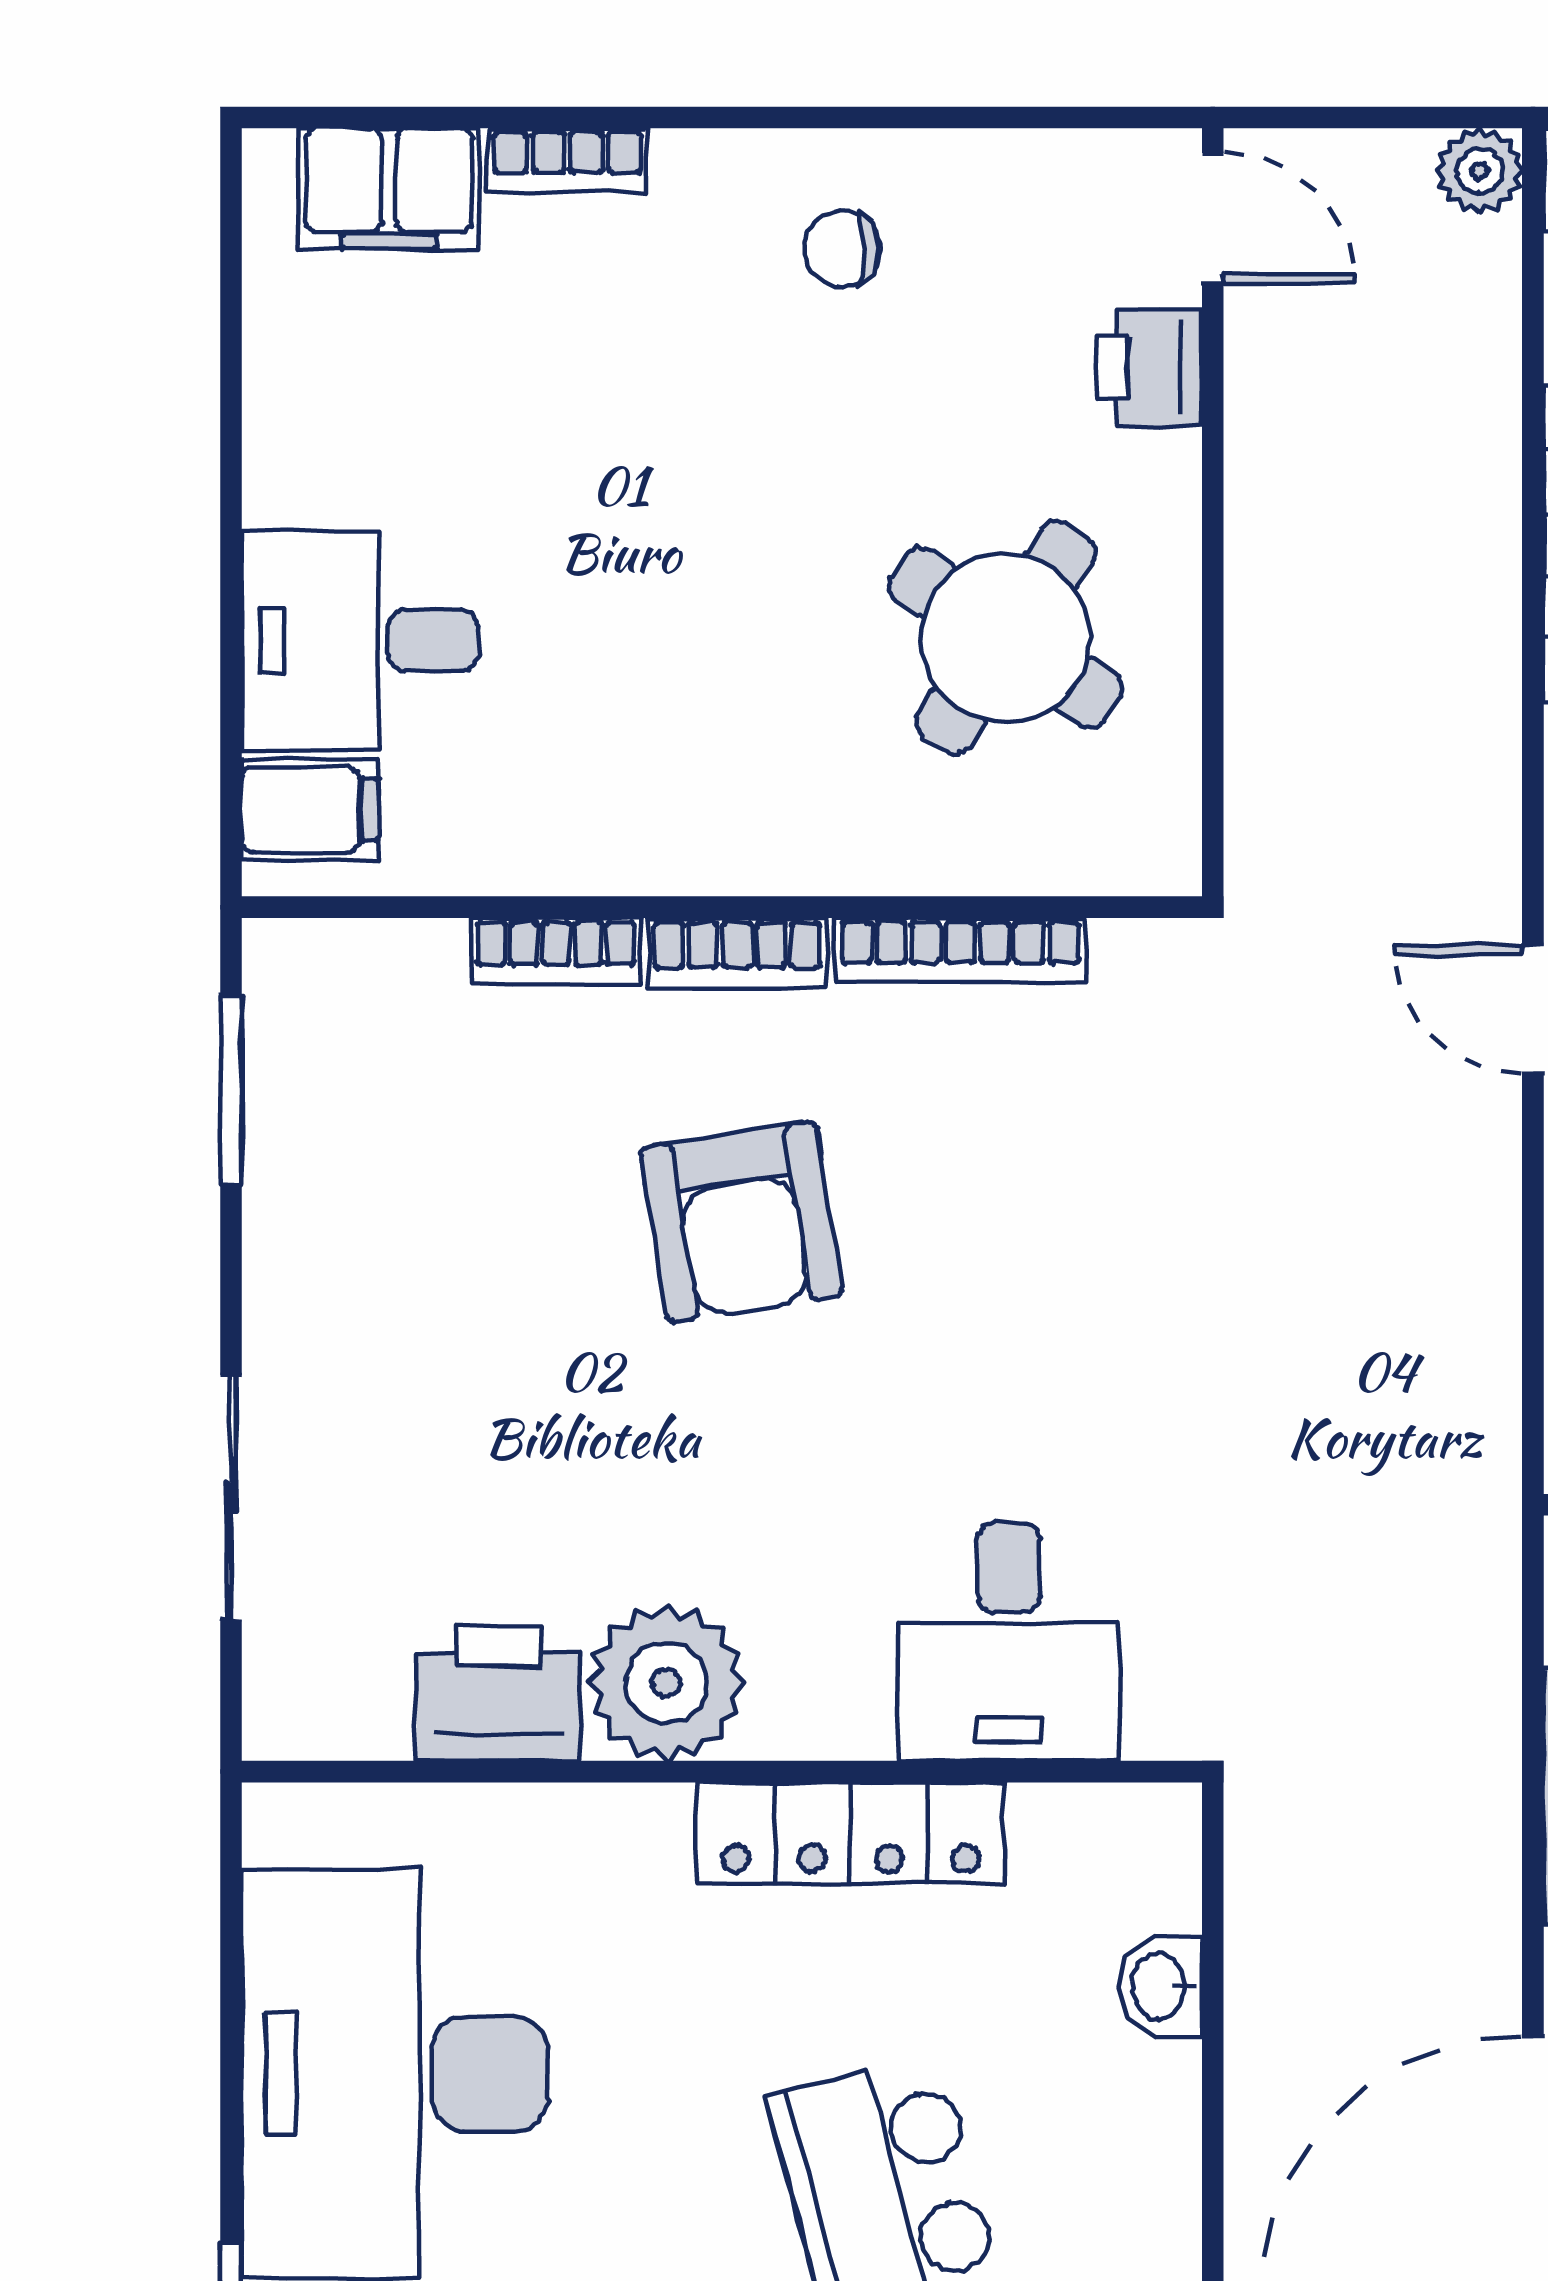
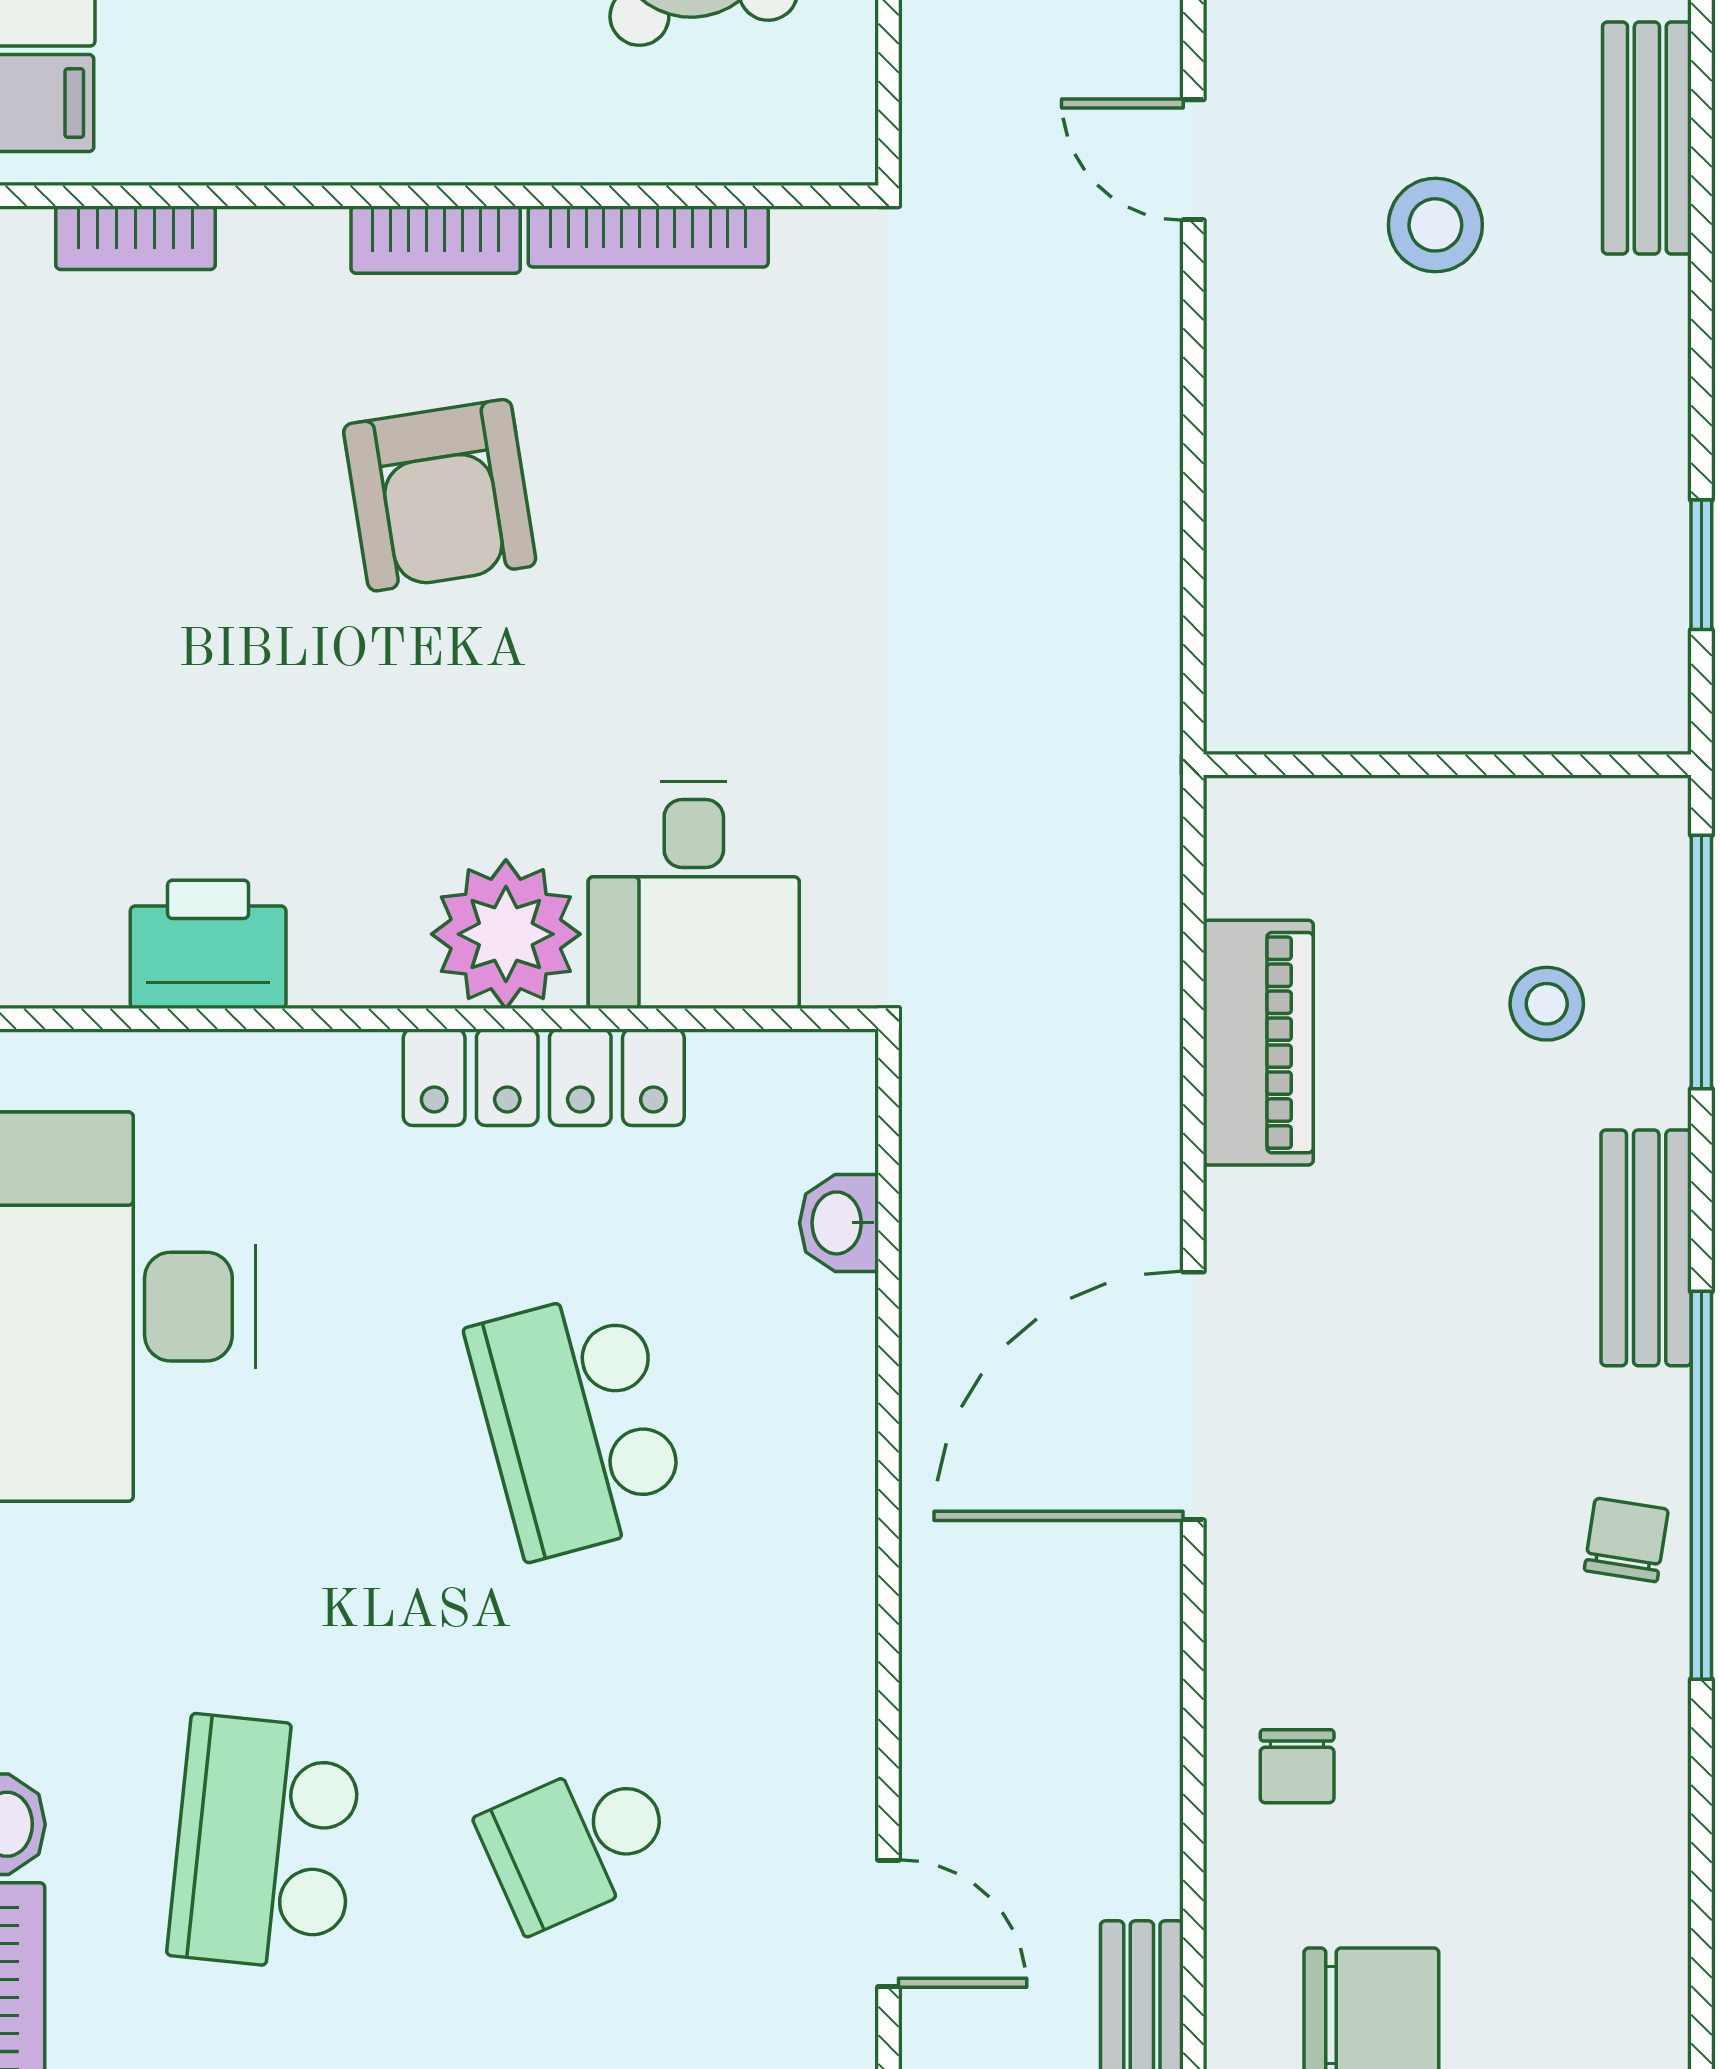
bookcase: (556, 951) -> (136, 238), moved
door: (1533, 1009) -> (1193, 160), moved
plant: (666, 1683) -> (506, 934), moved

